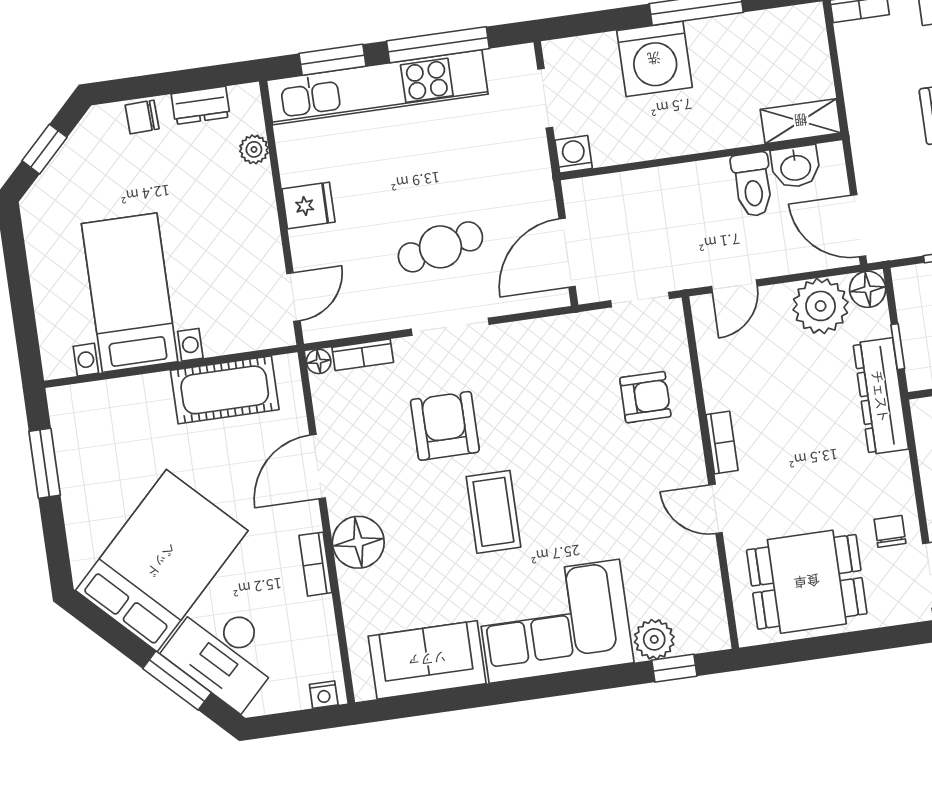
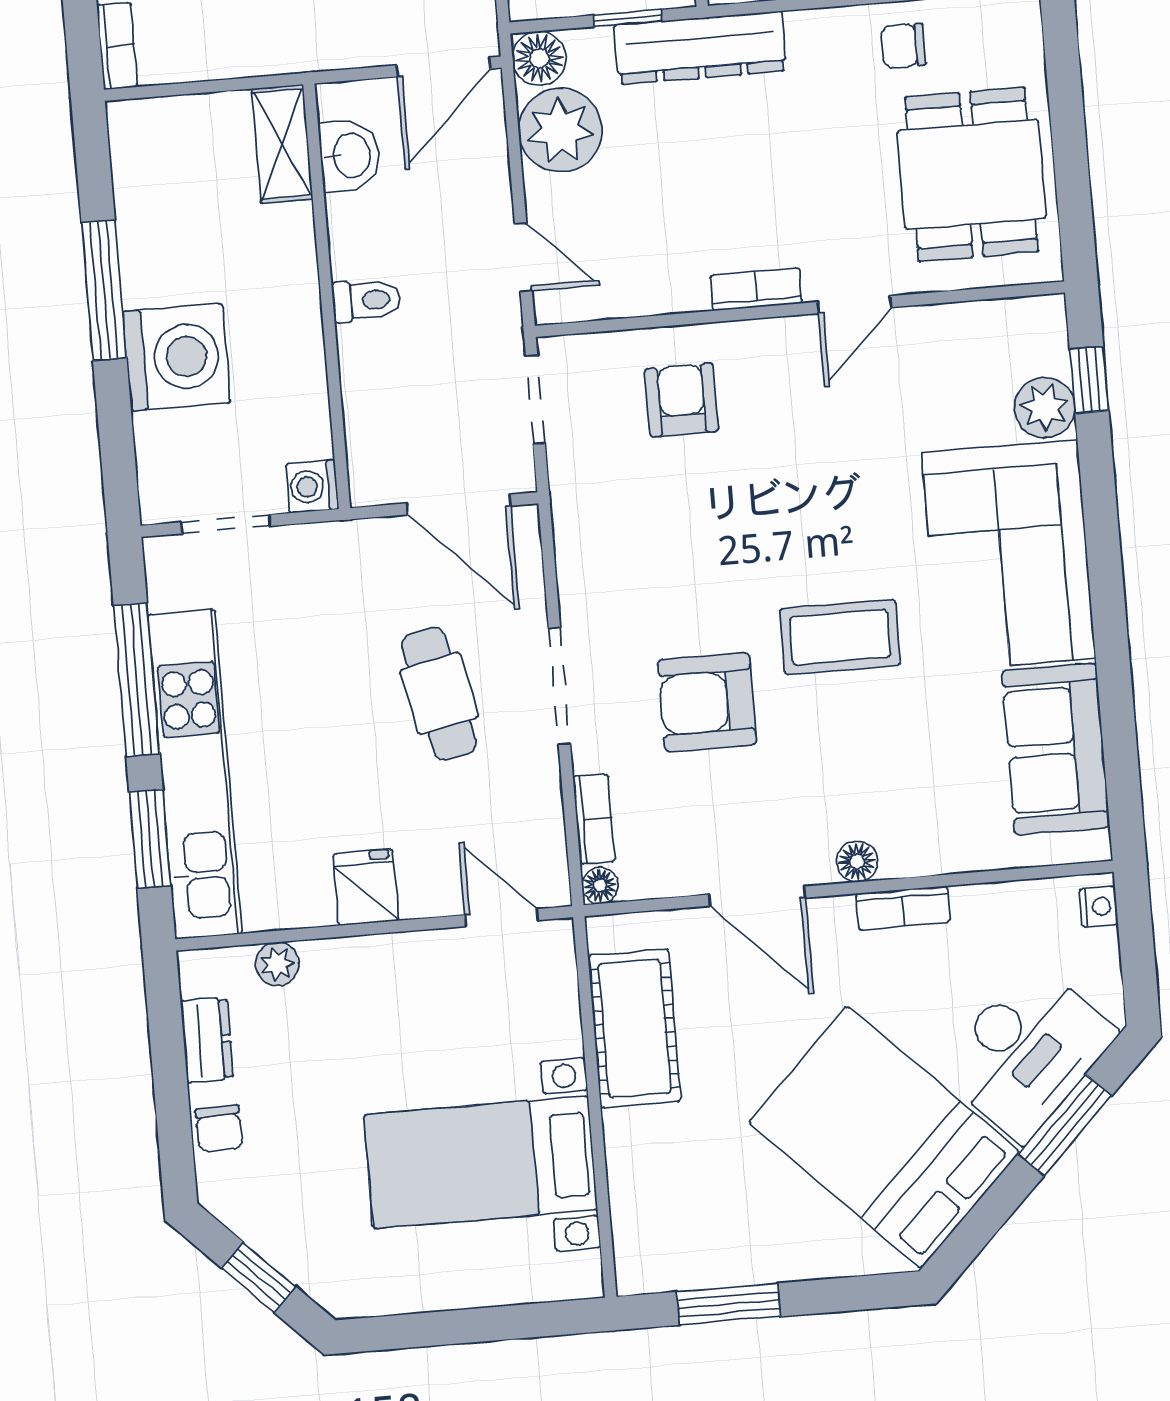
toilet: (753, 185) -> (366, 300), moved, width x0.73, depth x0.72
floor lamp: (358, 542) -> (857, 861), width x0.53, depth x0.53

